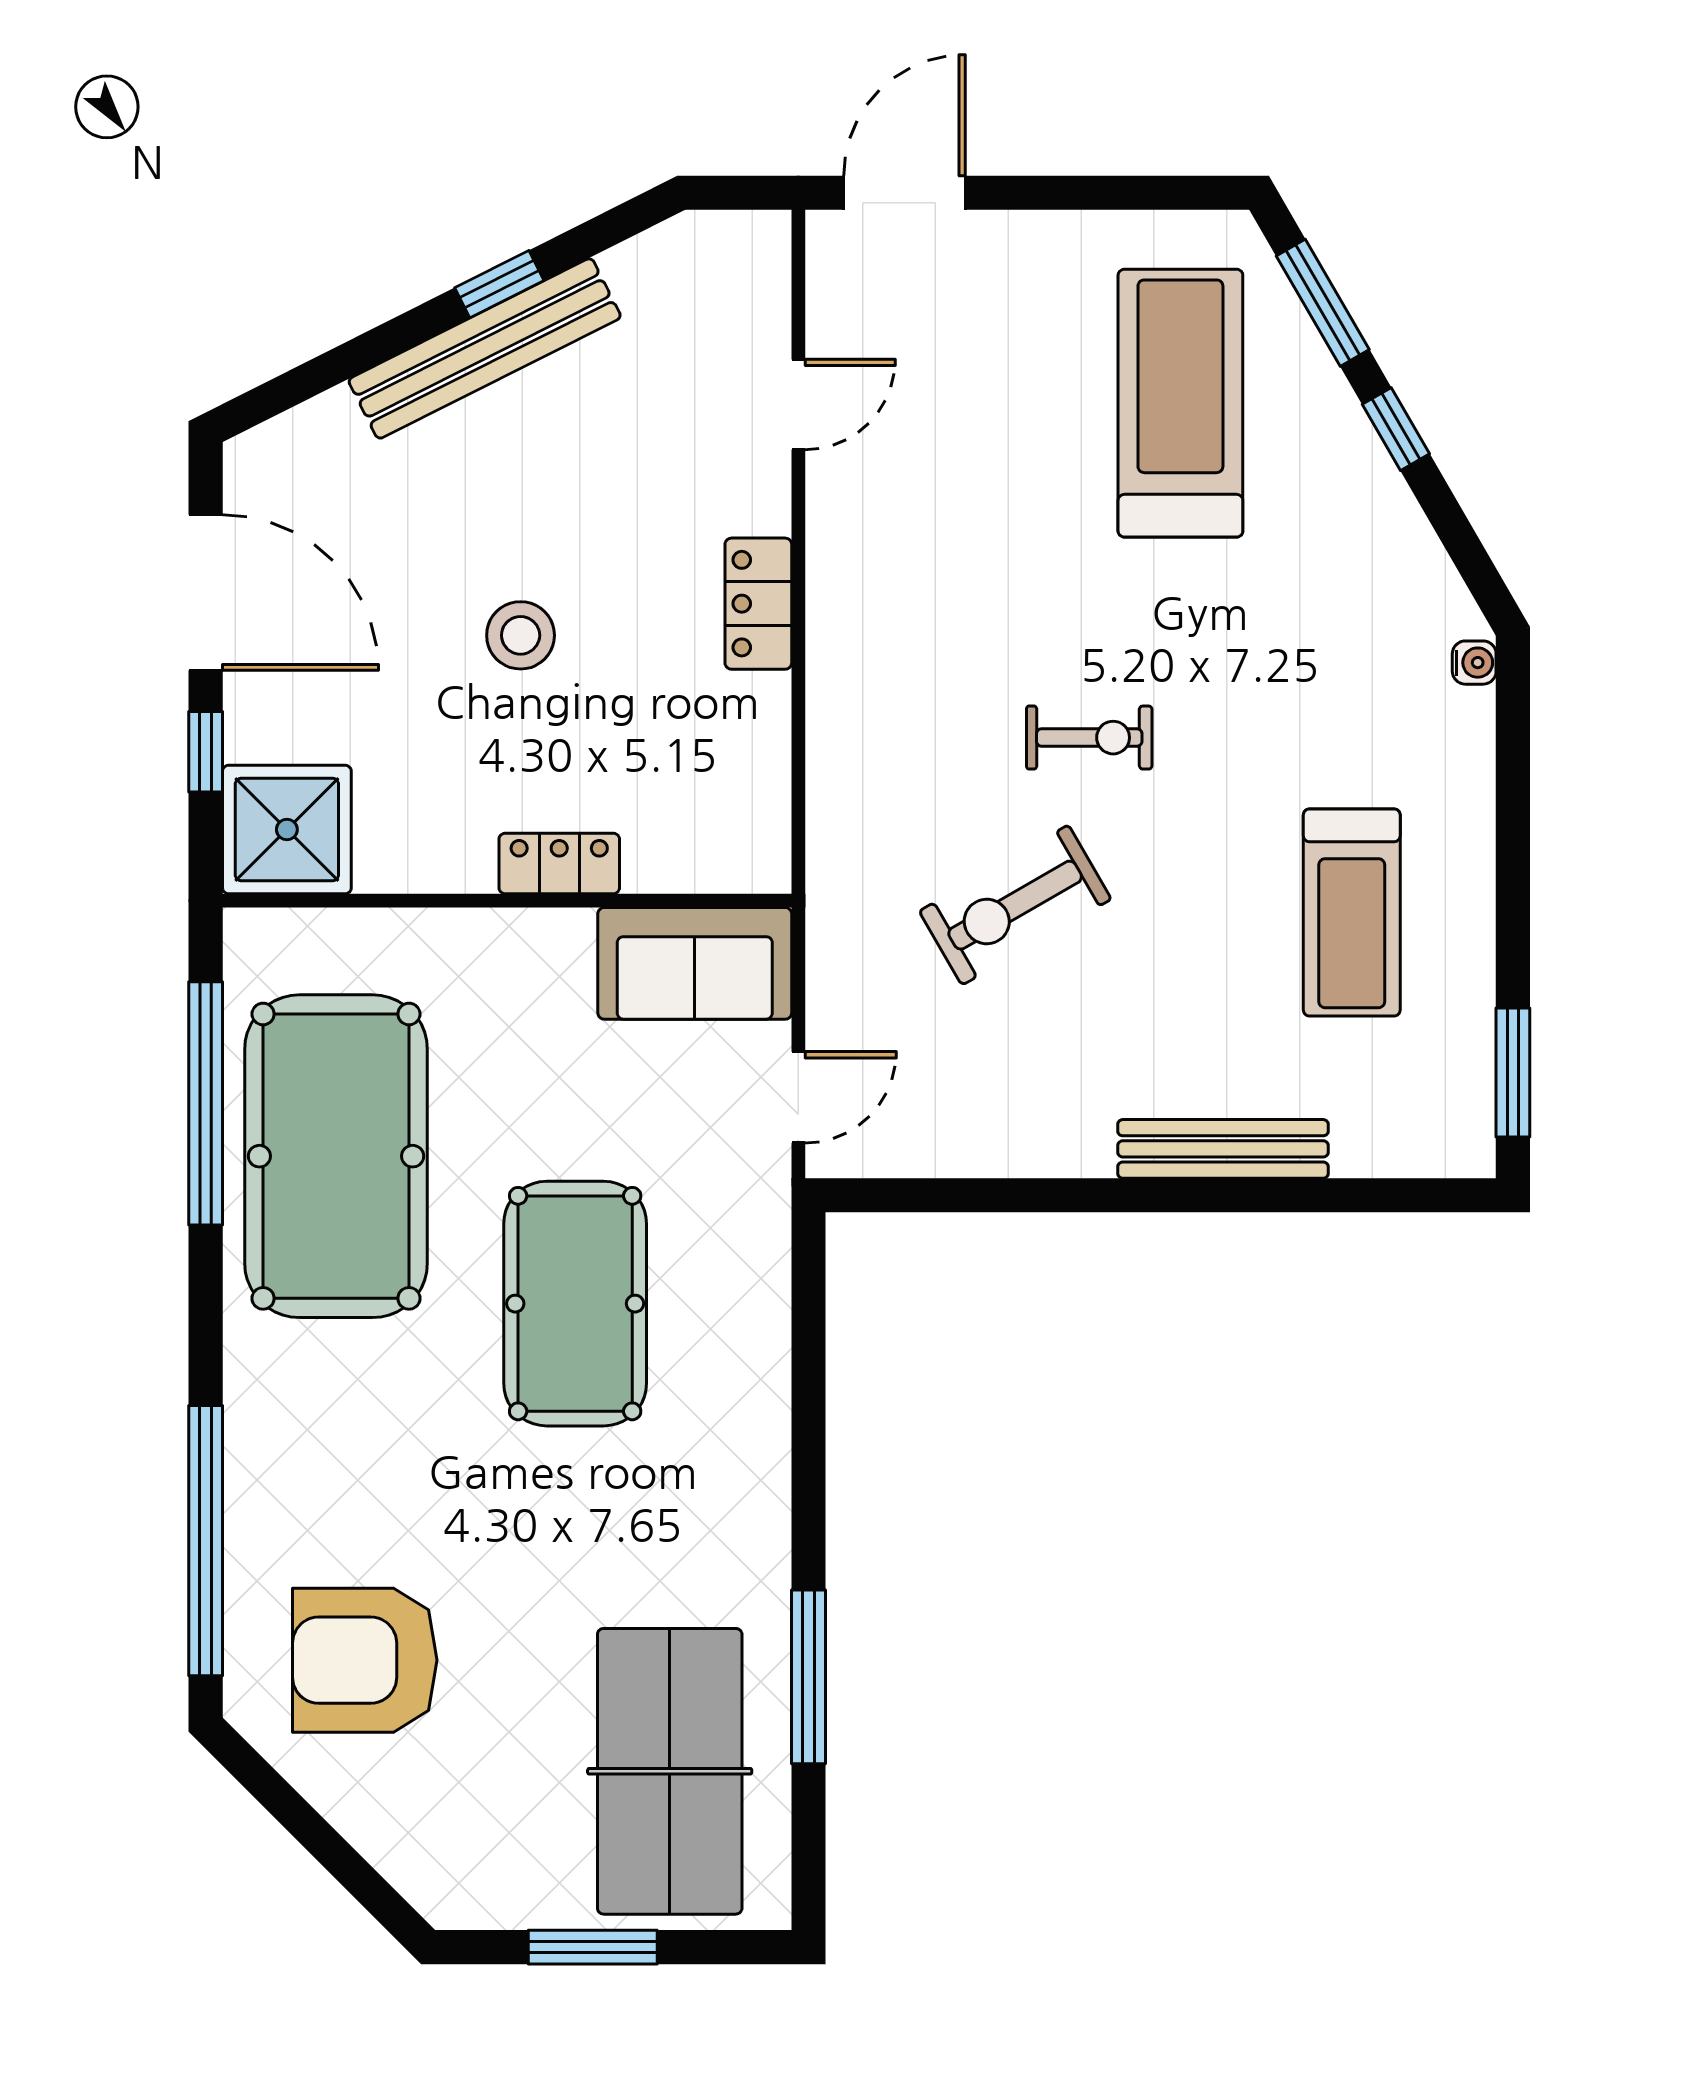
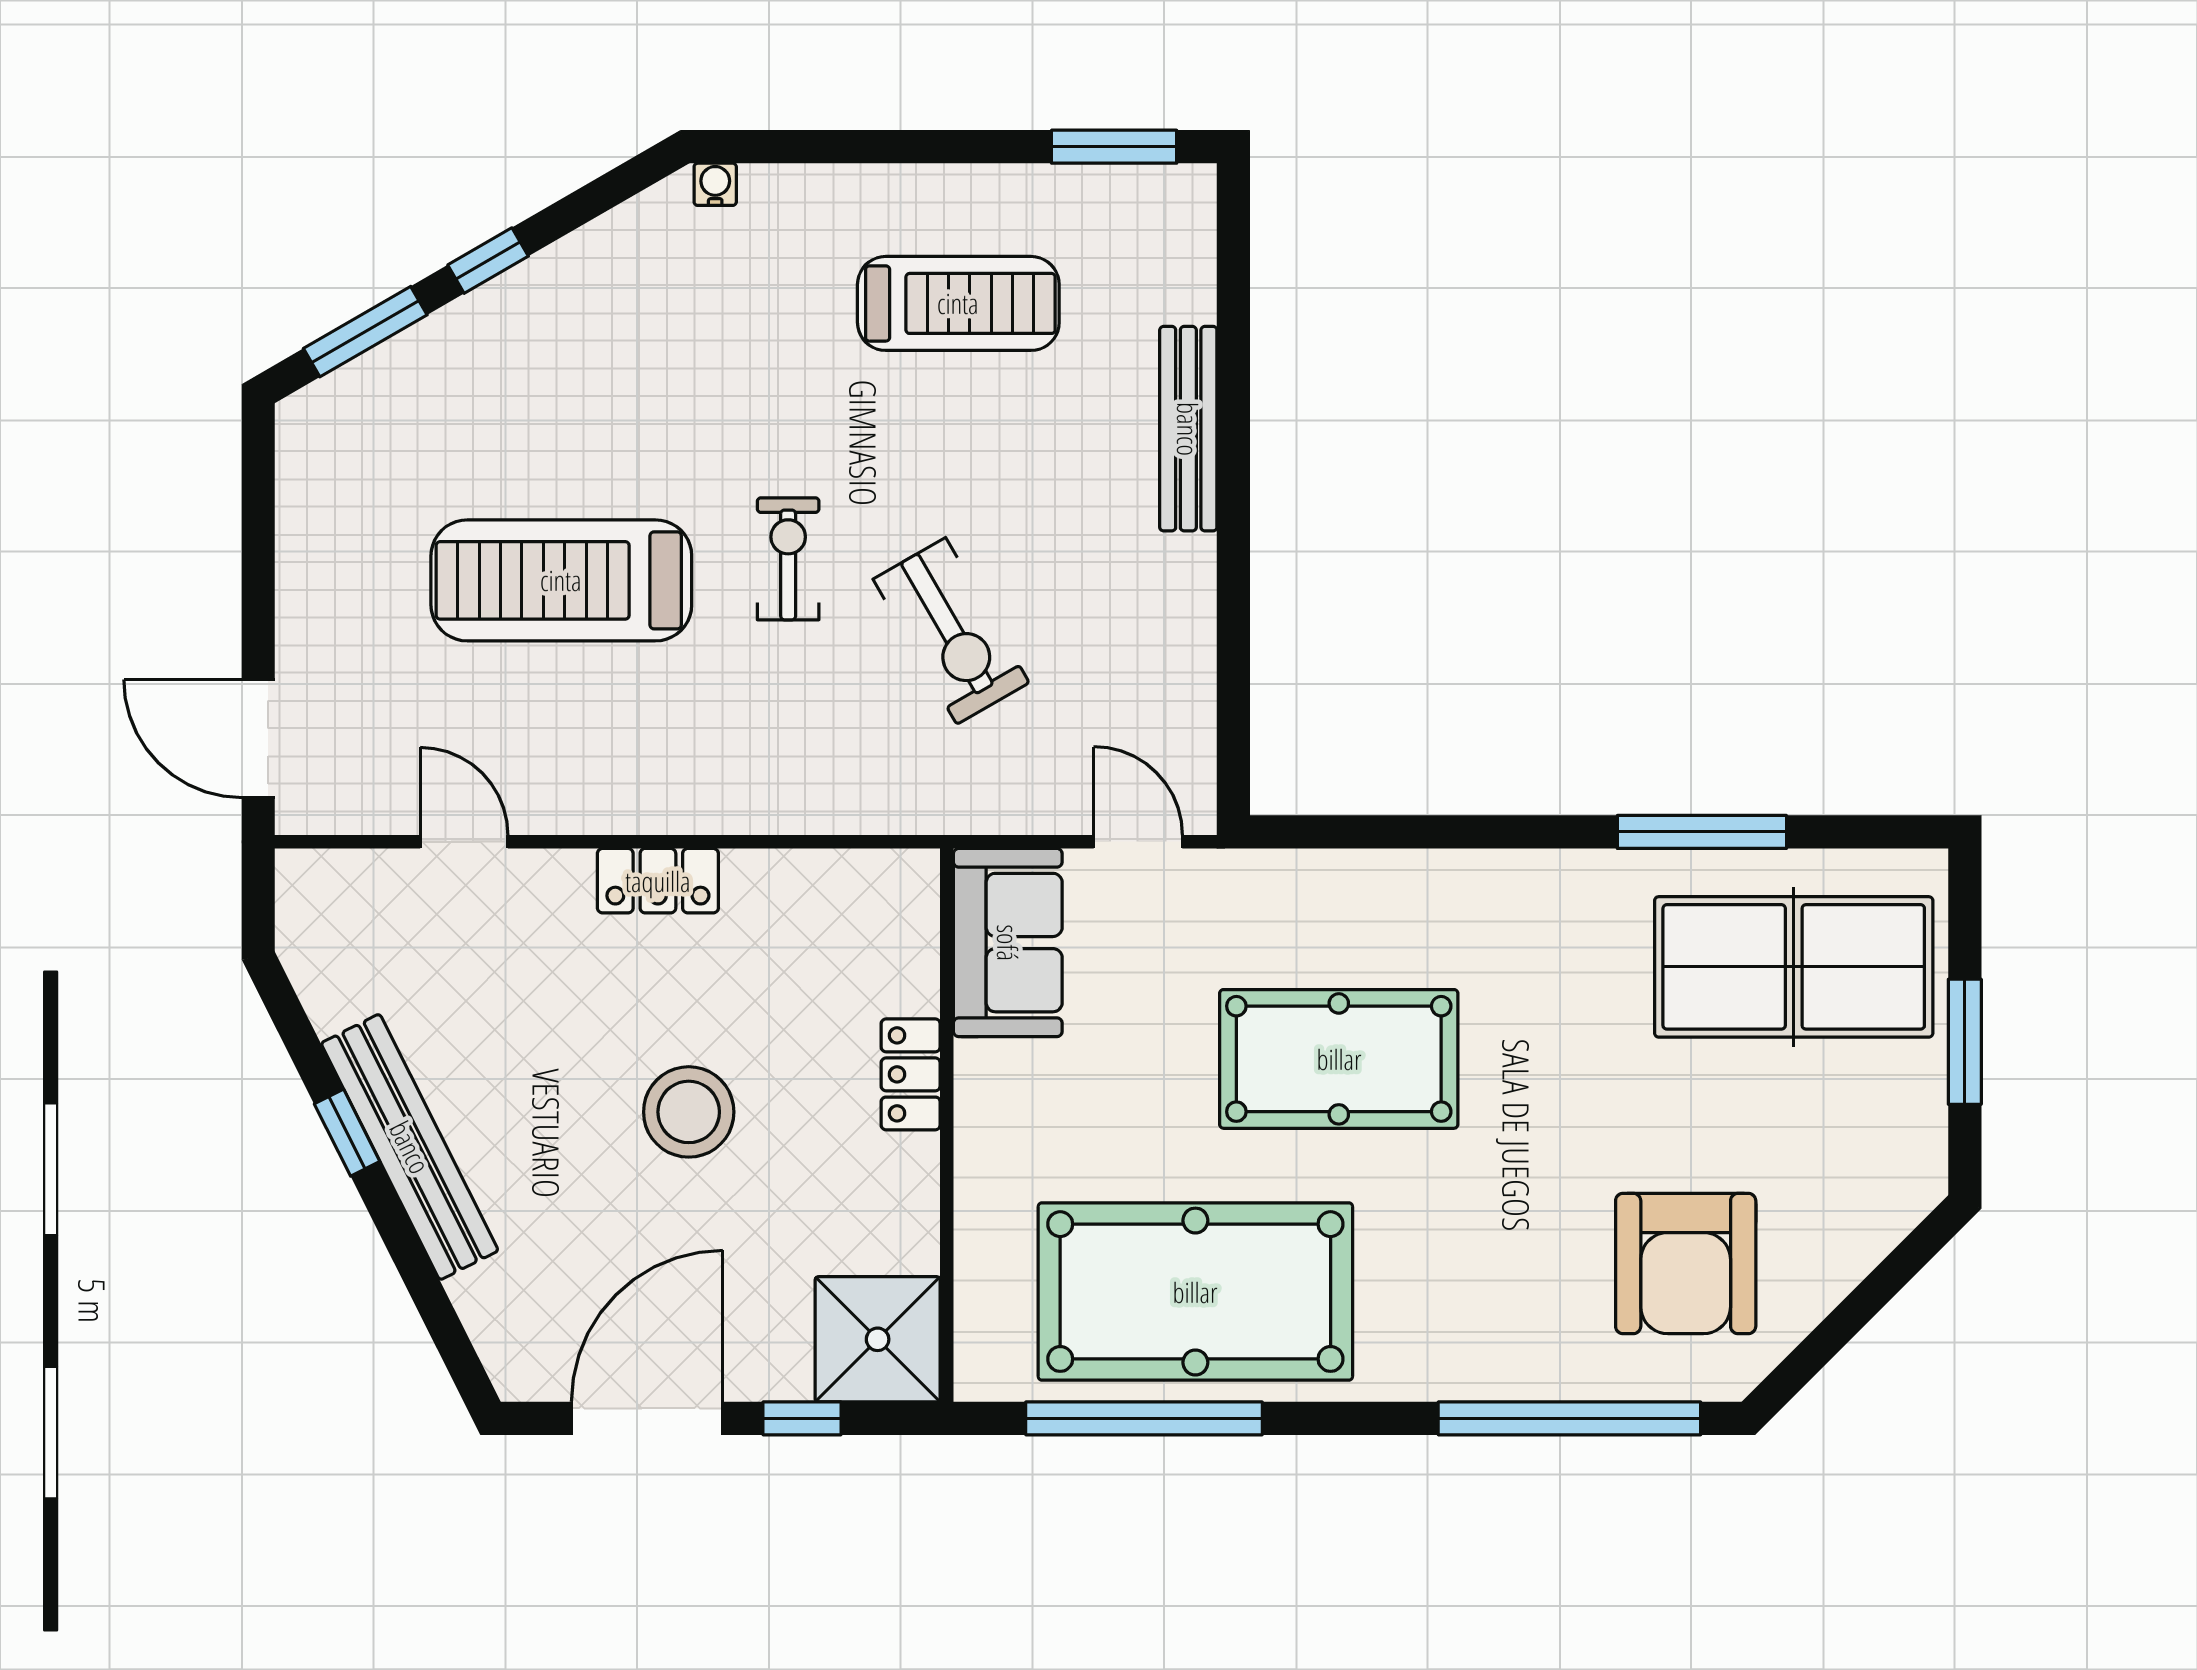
treadmill: (1180, 403) -> (561, 580), moved
stool: (521, 635) -> (689, 1112), width x1.38, depth x1.38

